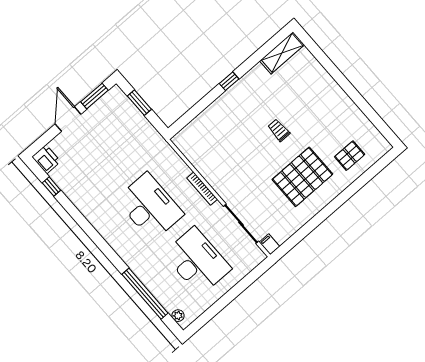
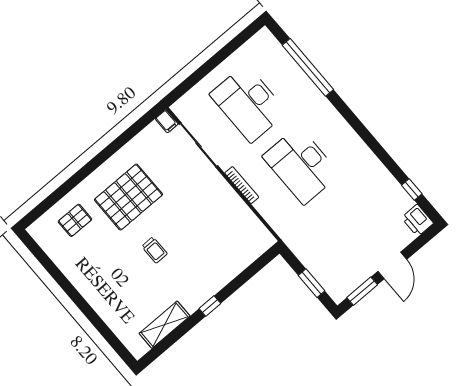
shelving: (282, 53) -> (165, 325), moved
plant: (178, 316) -> (271, 42), removed

